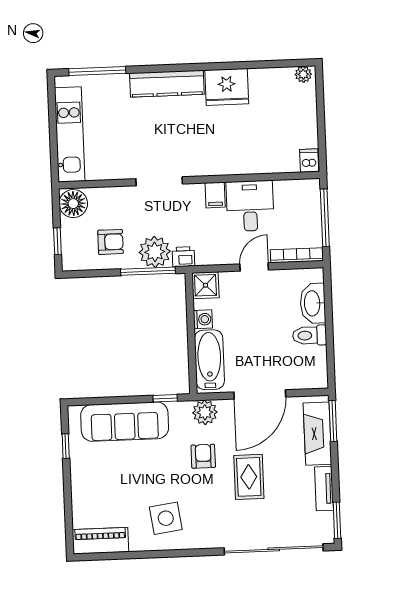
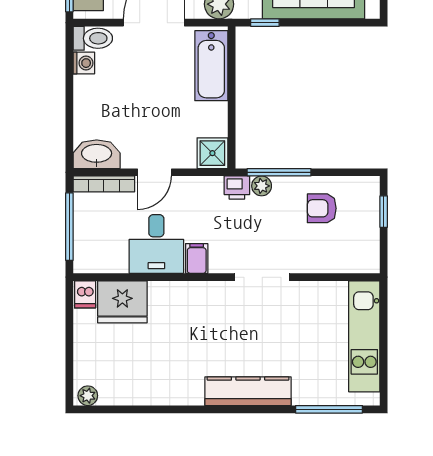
fridge: (227, 87) -> (122, 302), moved, turned 180
floor lamp: (73, 204) -> (363, 255), removed
plant: (155, 252) -> (262, 186), width x0.53, depth x0.53
washbasin: (313, 303) -> (97, 154), moved, turned -90
washing machine: (203, 319) -> (84, 63), moved, turned 180
toilet: (310, 335) -> (93, 38), moved

